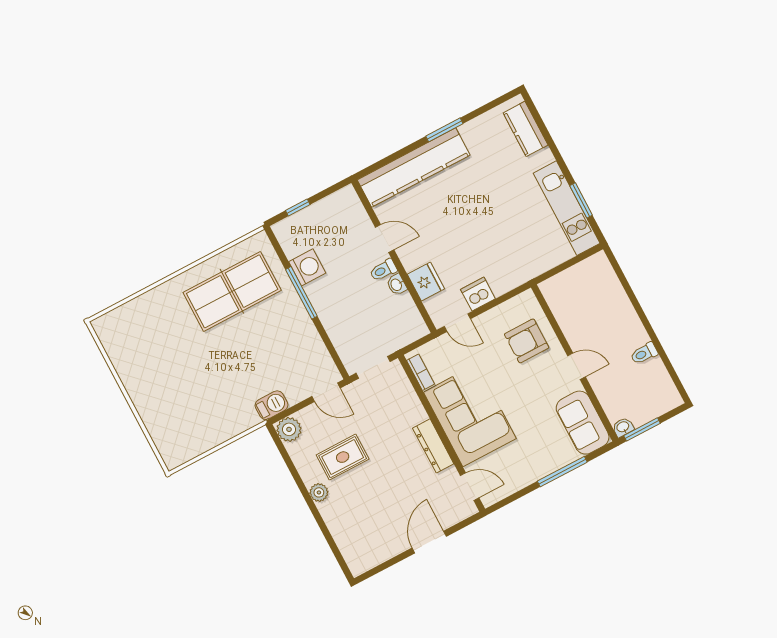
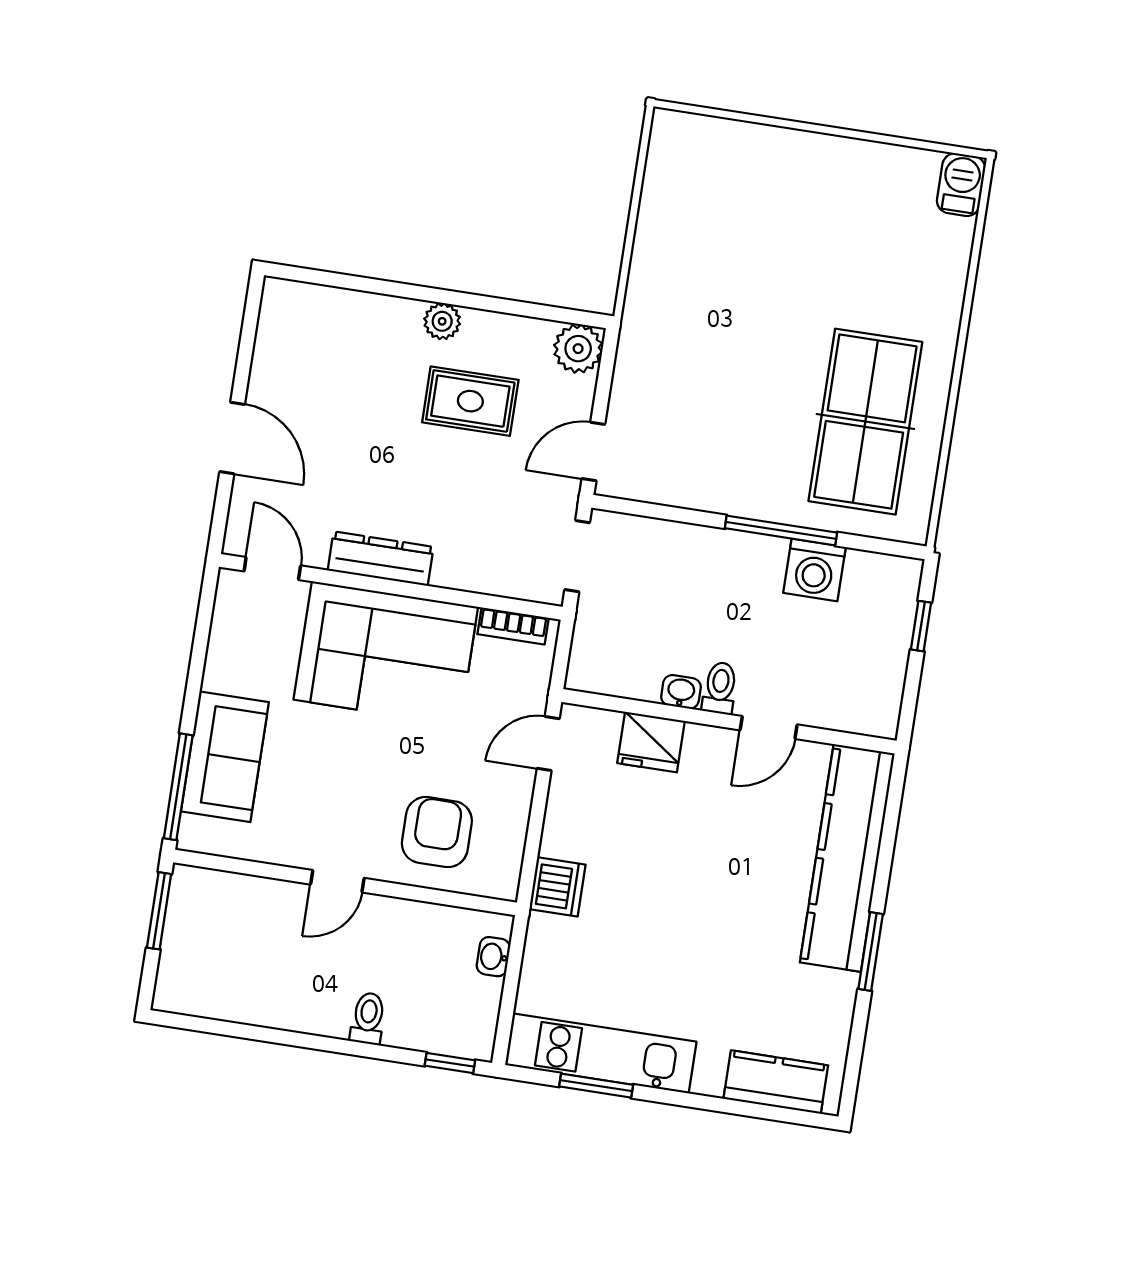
window: (616, 266) -> (450, 1063), added
dishwasher: (478, 294) -> (557, 887), moved
toilet: (644, 353) -> (368, 1018), moved
barbecue: (272, 405) -> (961, 185), moved, turned 180
sofa: (583, 423) -> (225, 757), moved, turned 90
washbasin: (623, 427) -> (493, 957), moved, turned 180
rug: (343, 457) -> (470, 401), turned 90
window: (562, 472) -> (178, 787), moved
door: (470, 487) -> (272, 568), swing flipped

